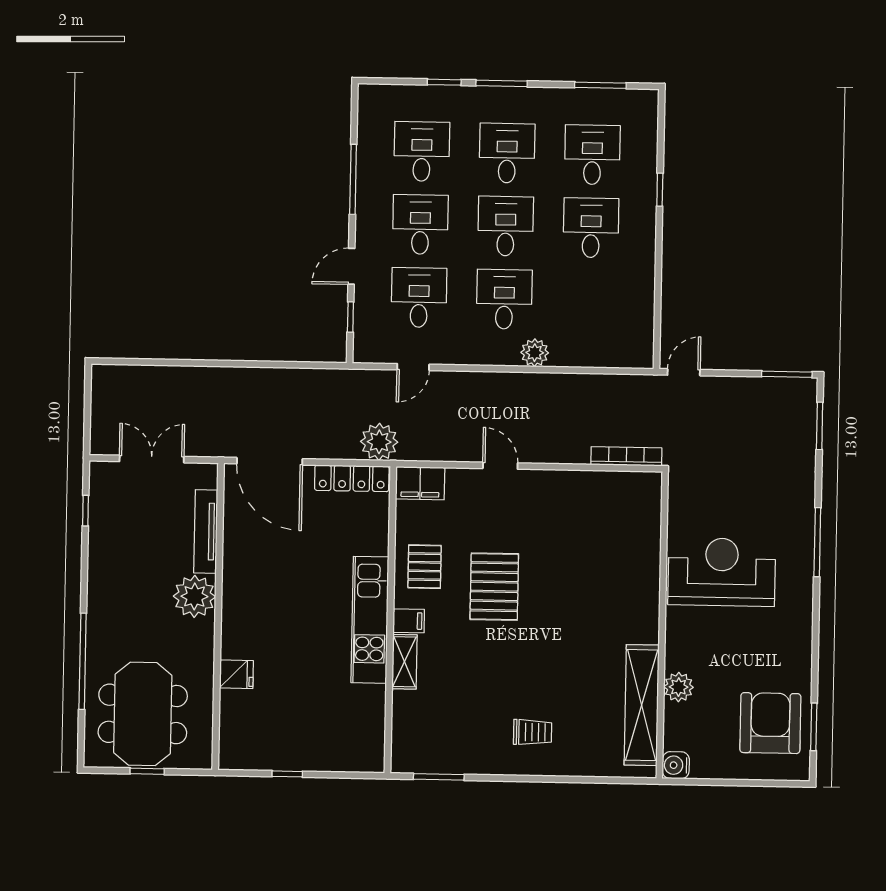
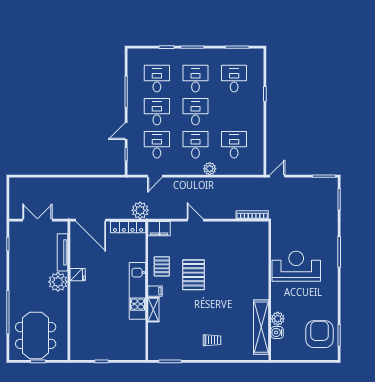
desk: (591, 228) -> (234, 145), moved
fridge: (236, 674) -> (78, 275), moved
water cooler: (676, 765) -> (277, 332), moved

